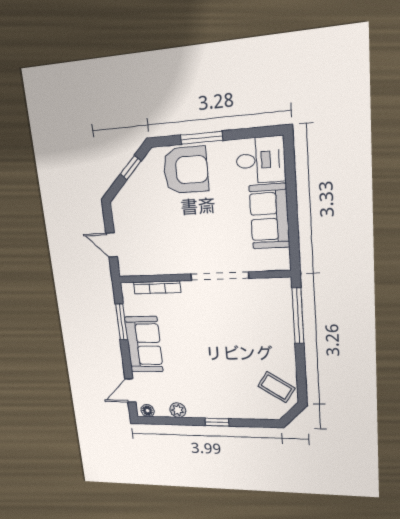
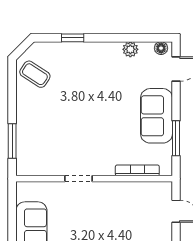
doorway: (220, 276) -> (78, 179), width x0.53
window: (298, 316) -> (12, 141), width x0.69
window: (217, 422) -> (73, 38), moved

